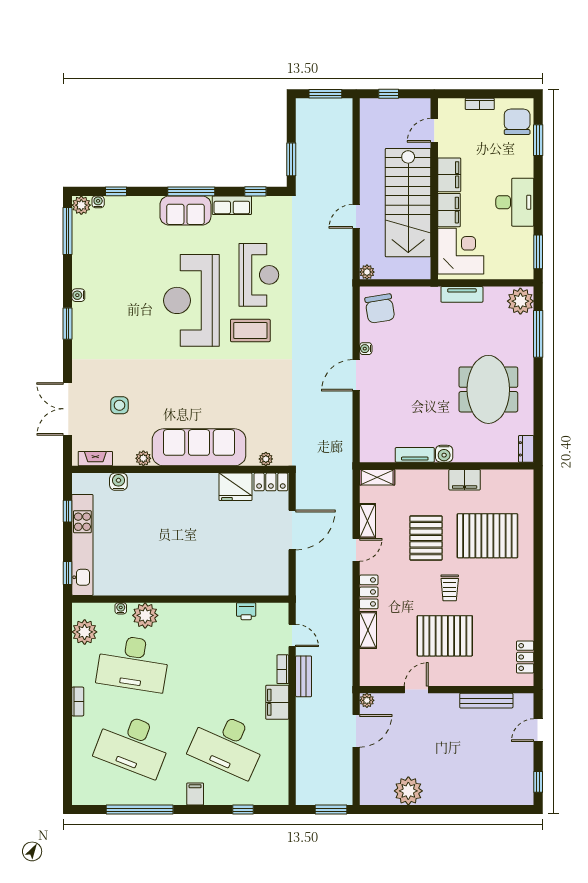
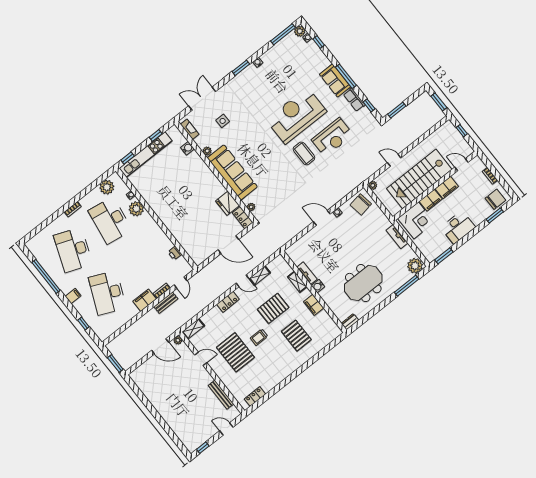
shelving: (377, 477) -> (297, 282), moved
pallet: (487, 536) -> (296, 336), width x0.73, depth x0.71
shelving: (368, 630) -> (193, 329), moved
plant: (408, 791) -> (152, 392), removed

